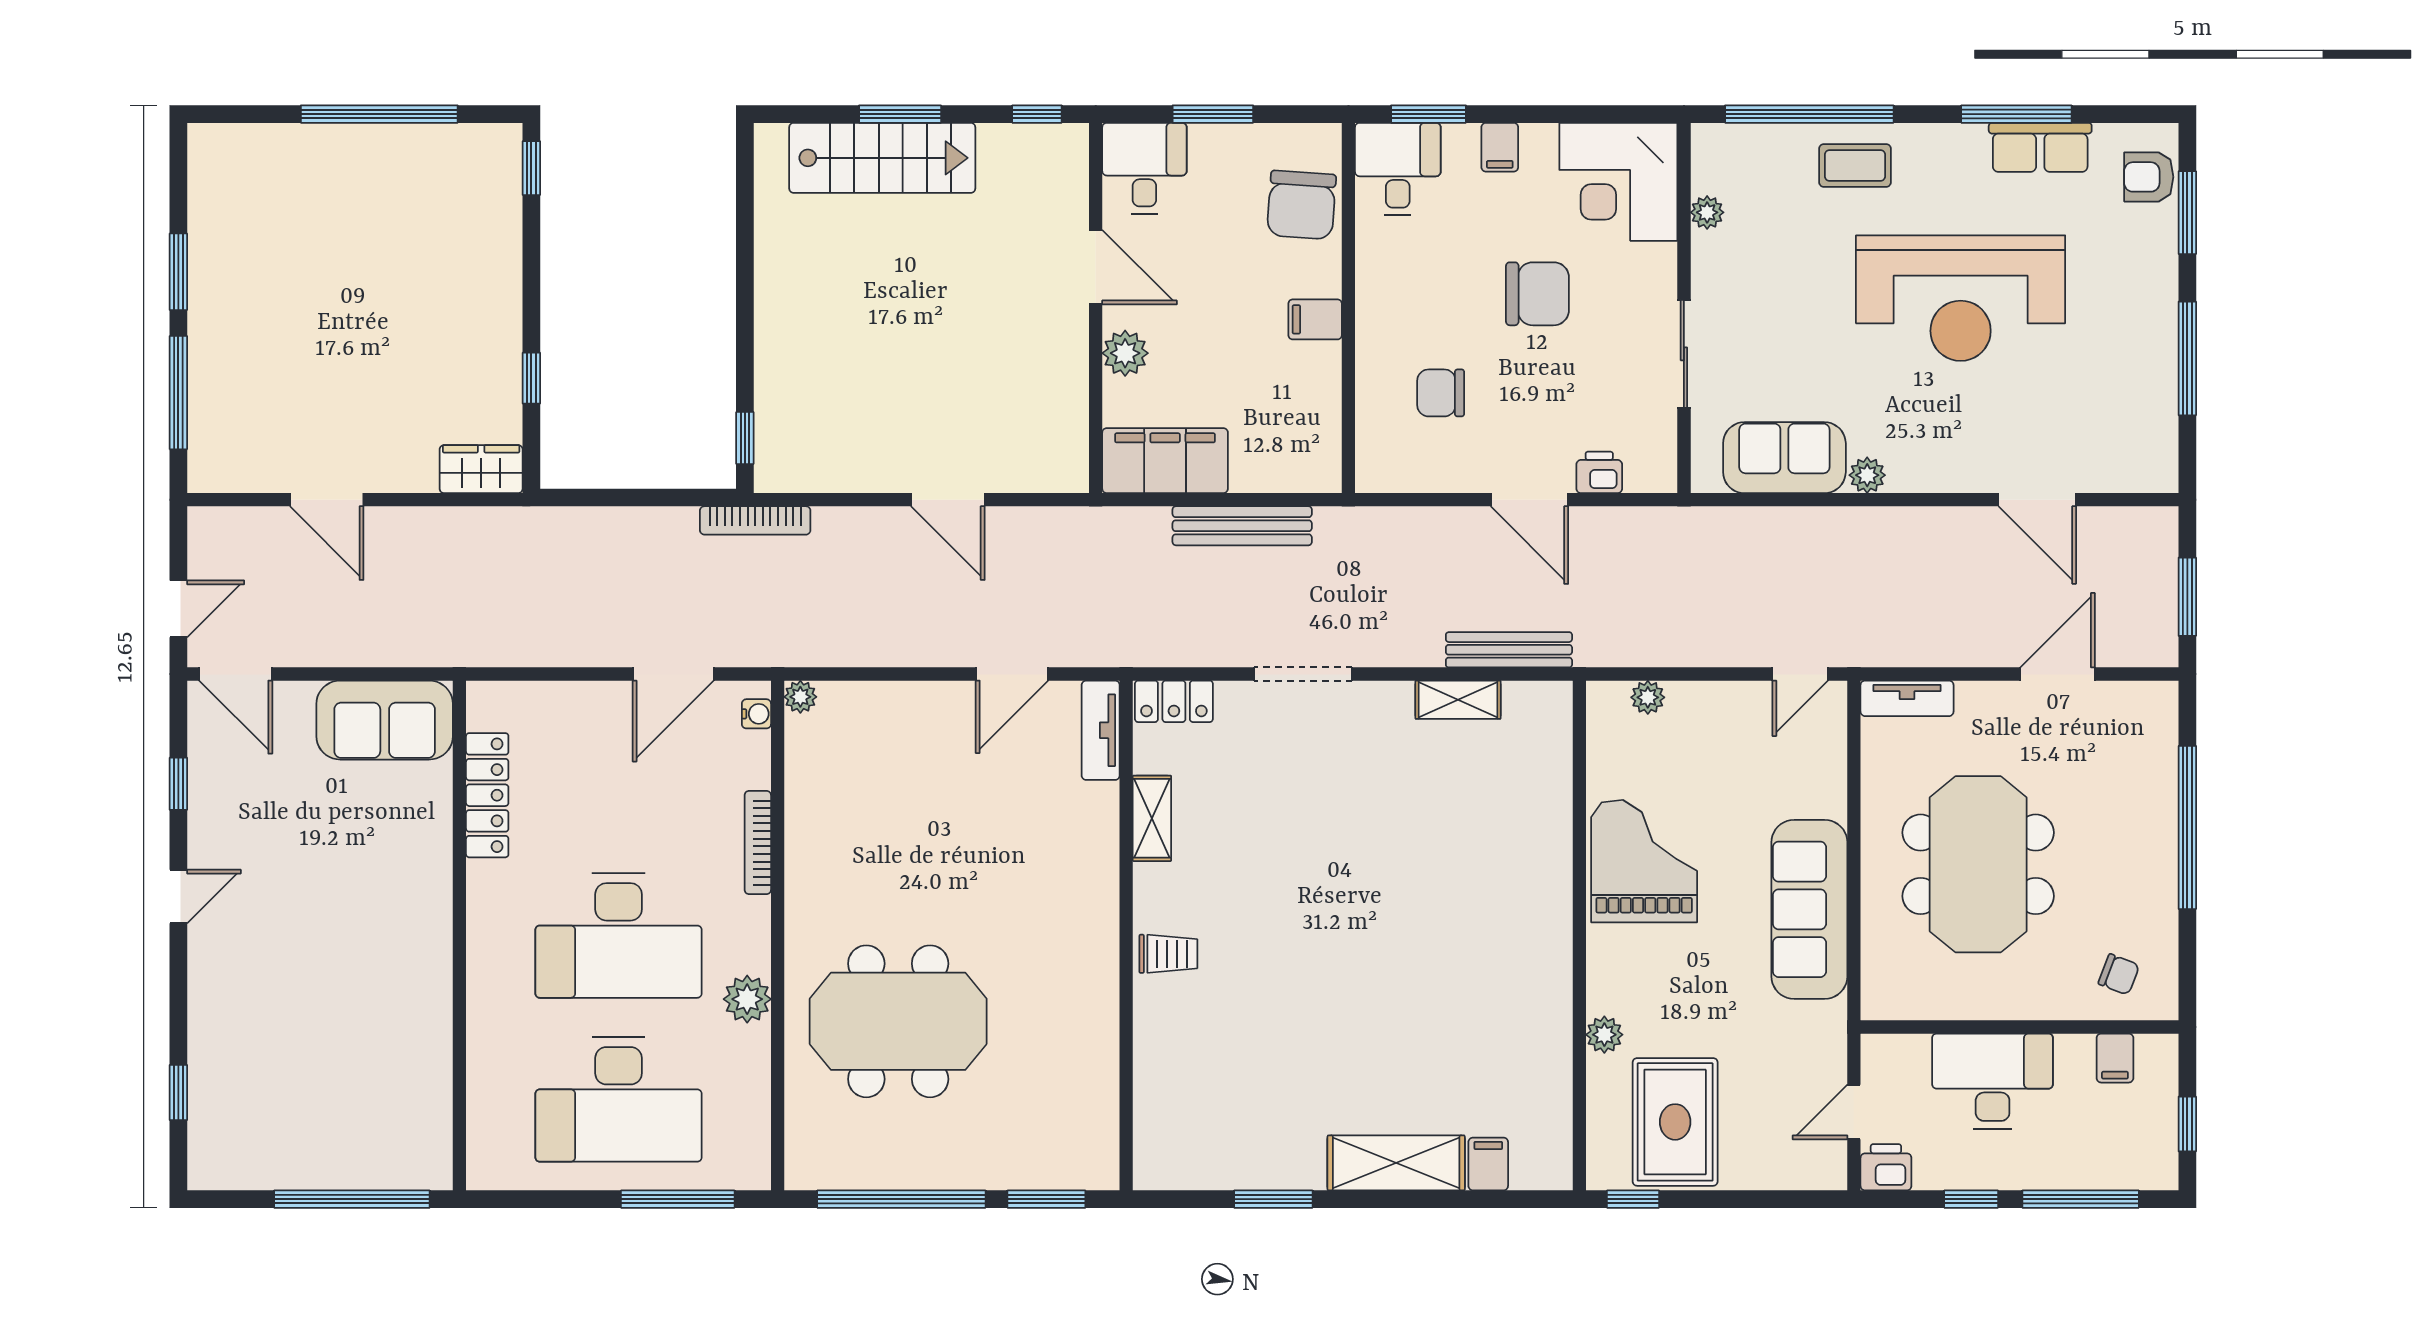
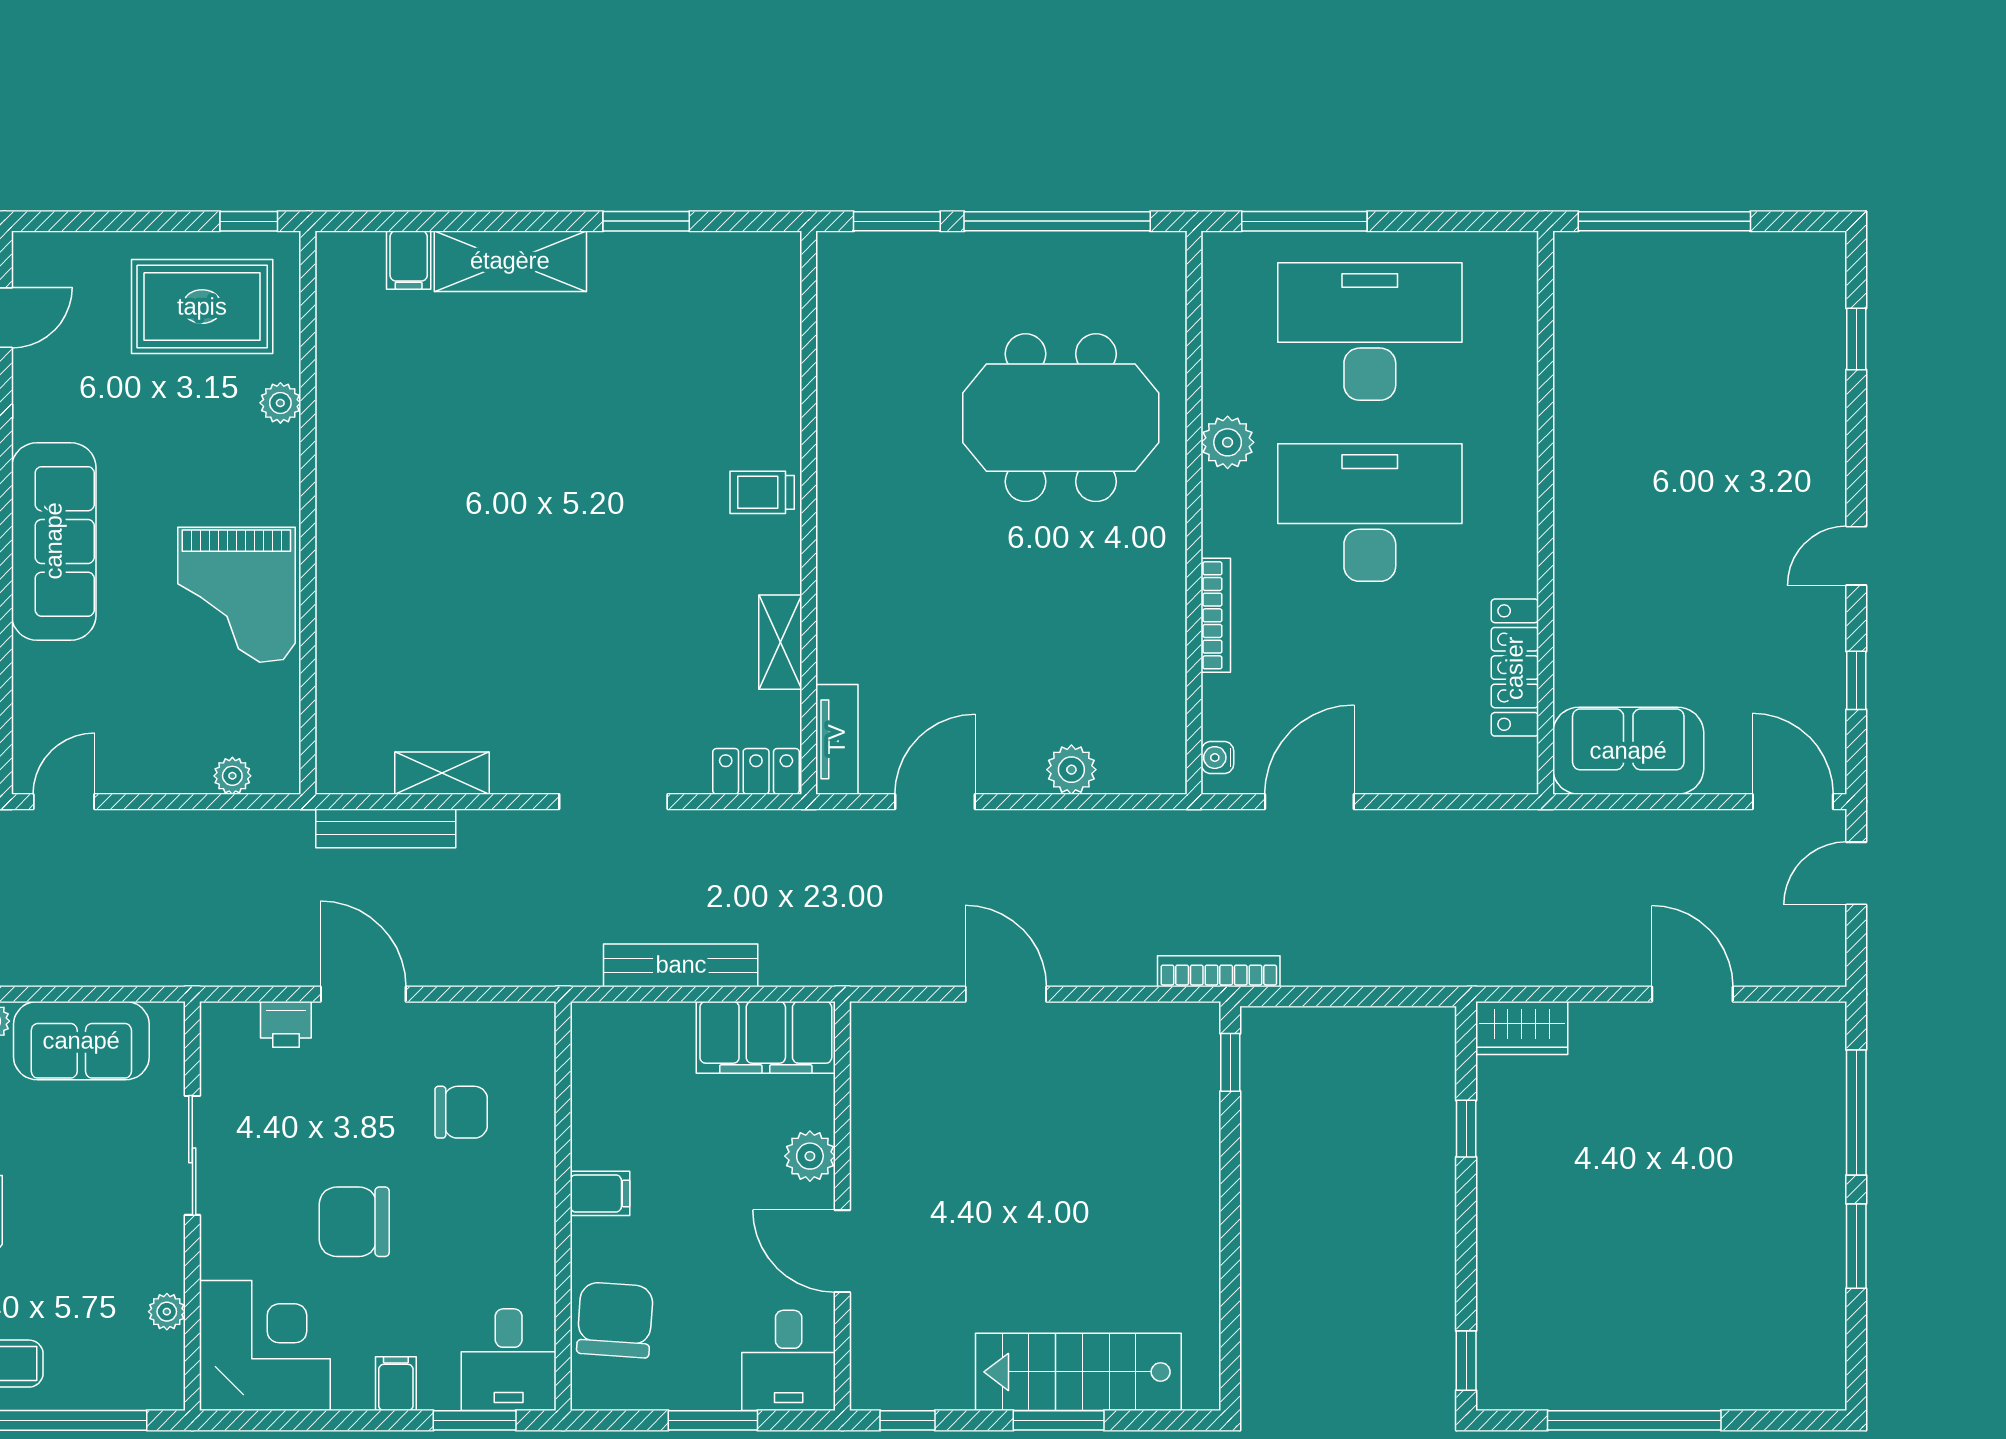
plant: (800, 697) -> (1071, 770), moved, width x1.38, depth x1.38
rug: (1675, 1122) -> (202, 307), turned 90

